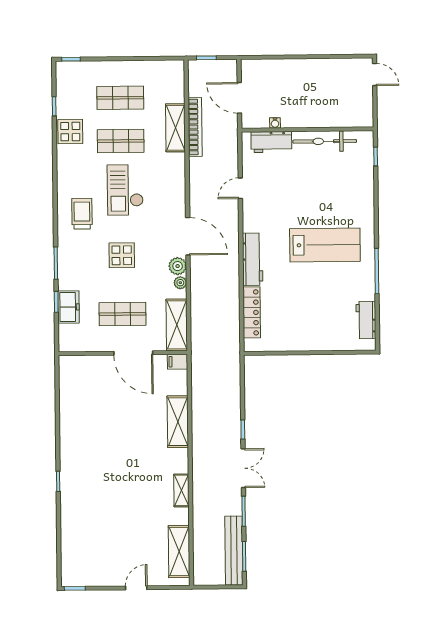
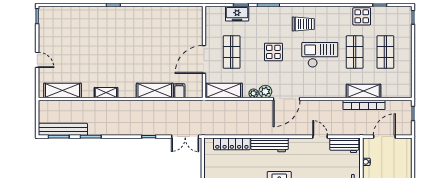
workbench: (271, 142) -> (344, 145), moved, turned -90
filing cabinet: (177, 362) -> (179, 91), moved
double door: (243, 468) -> (185, 137), moved

